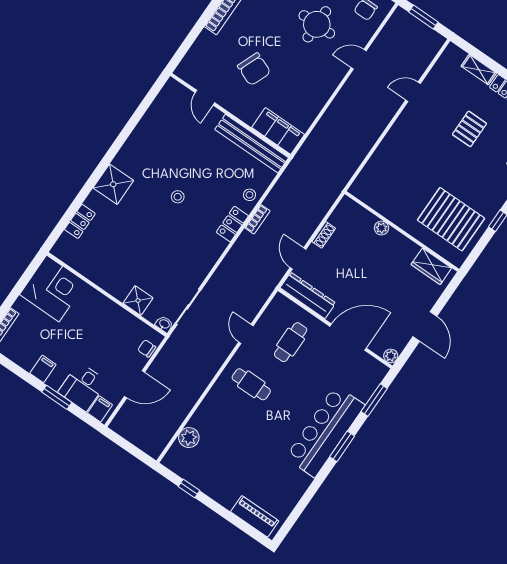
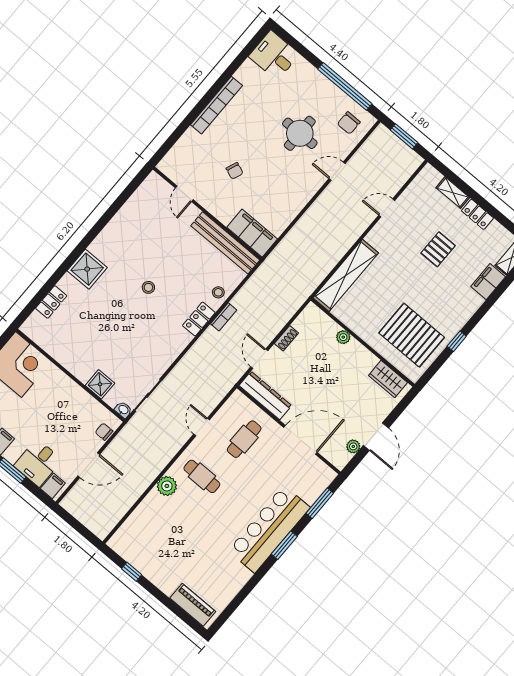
chair: (254, 69) -> (235, 171), width x0.54, depth x0.54
shelving: (378, 165) -> (346, 275), added
plant: (391, 356) -> (353, 446), moved
plant: (189, 438) -> (167, 486), moved

